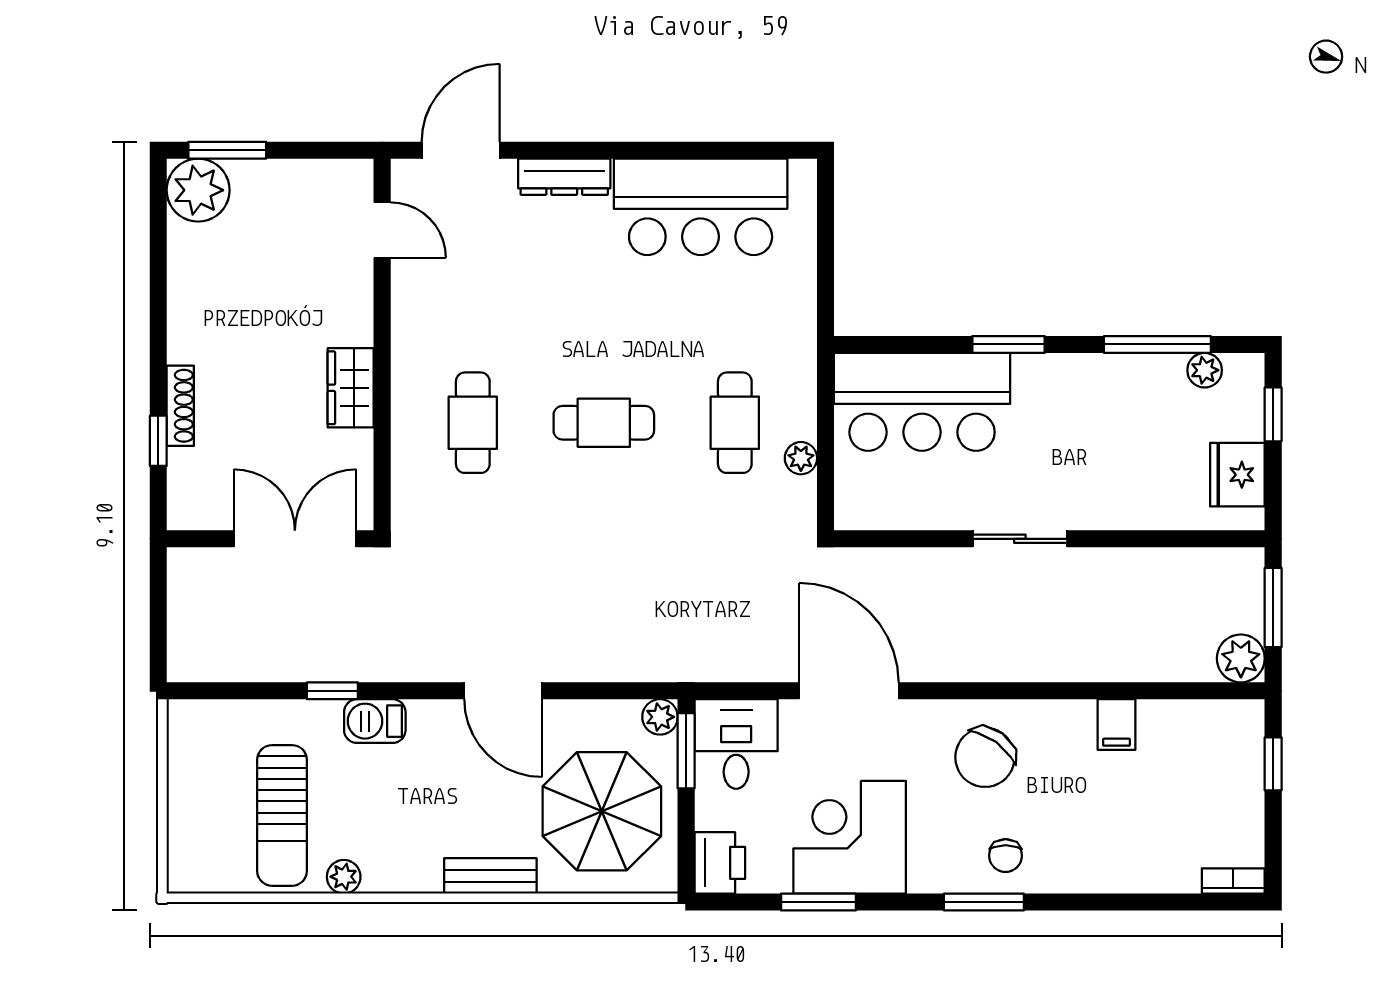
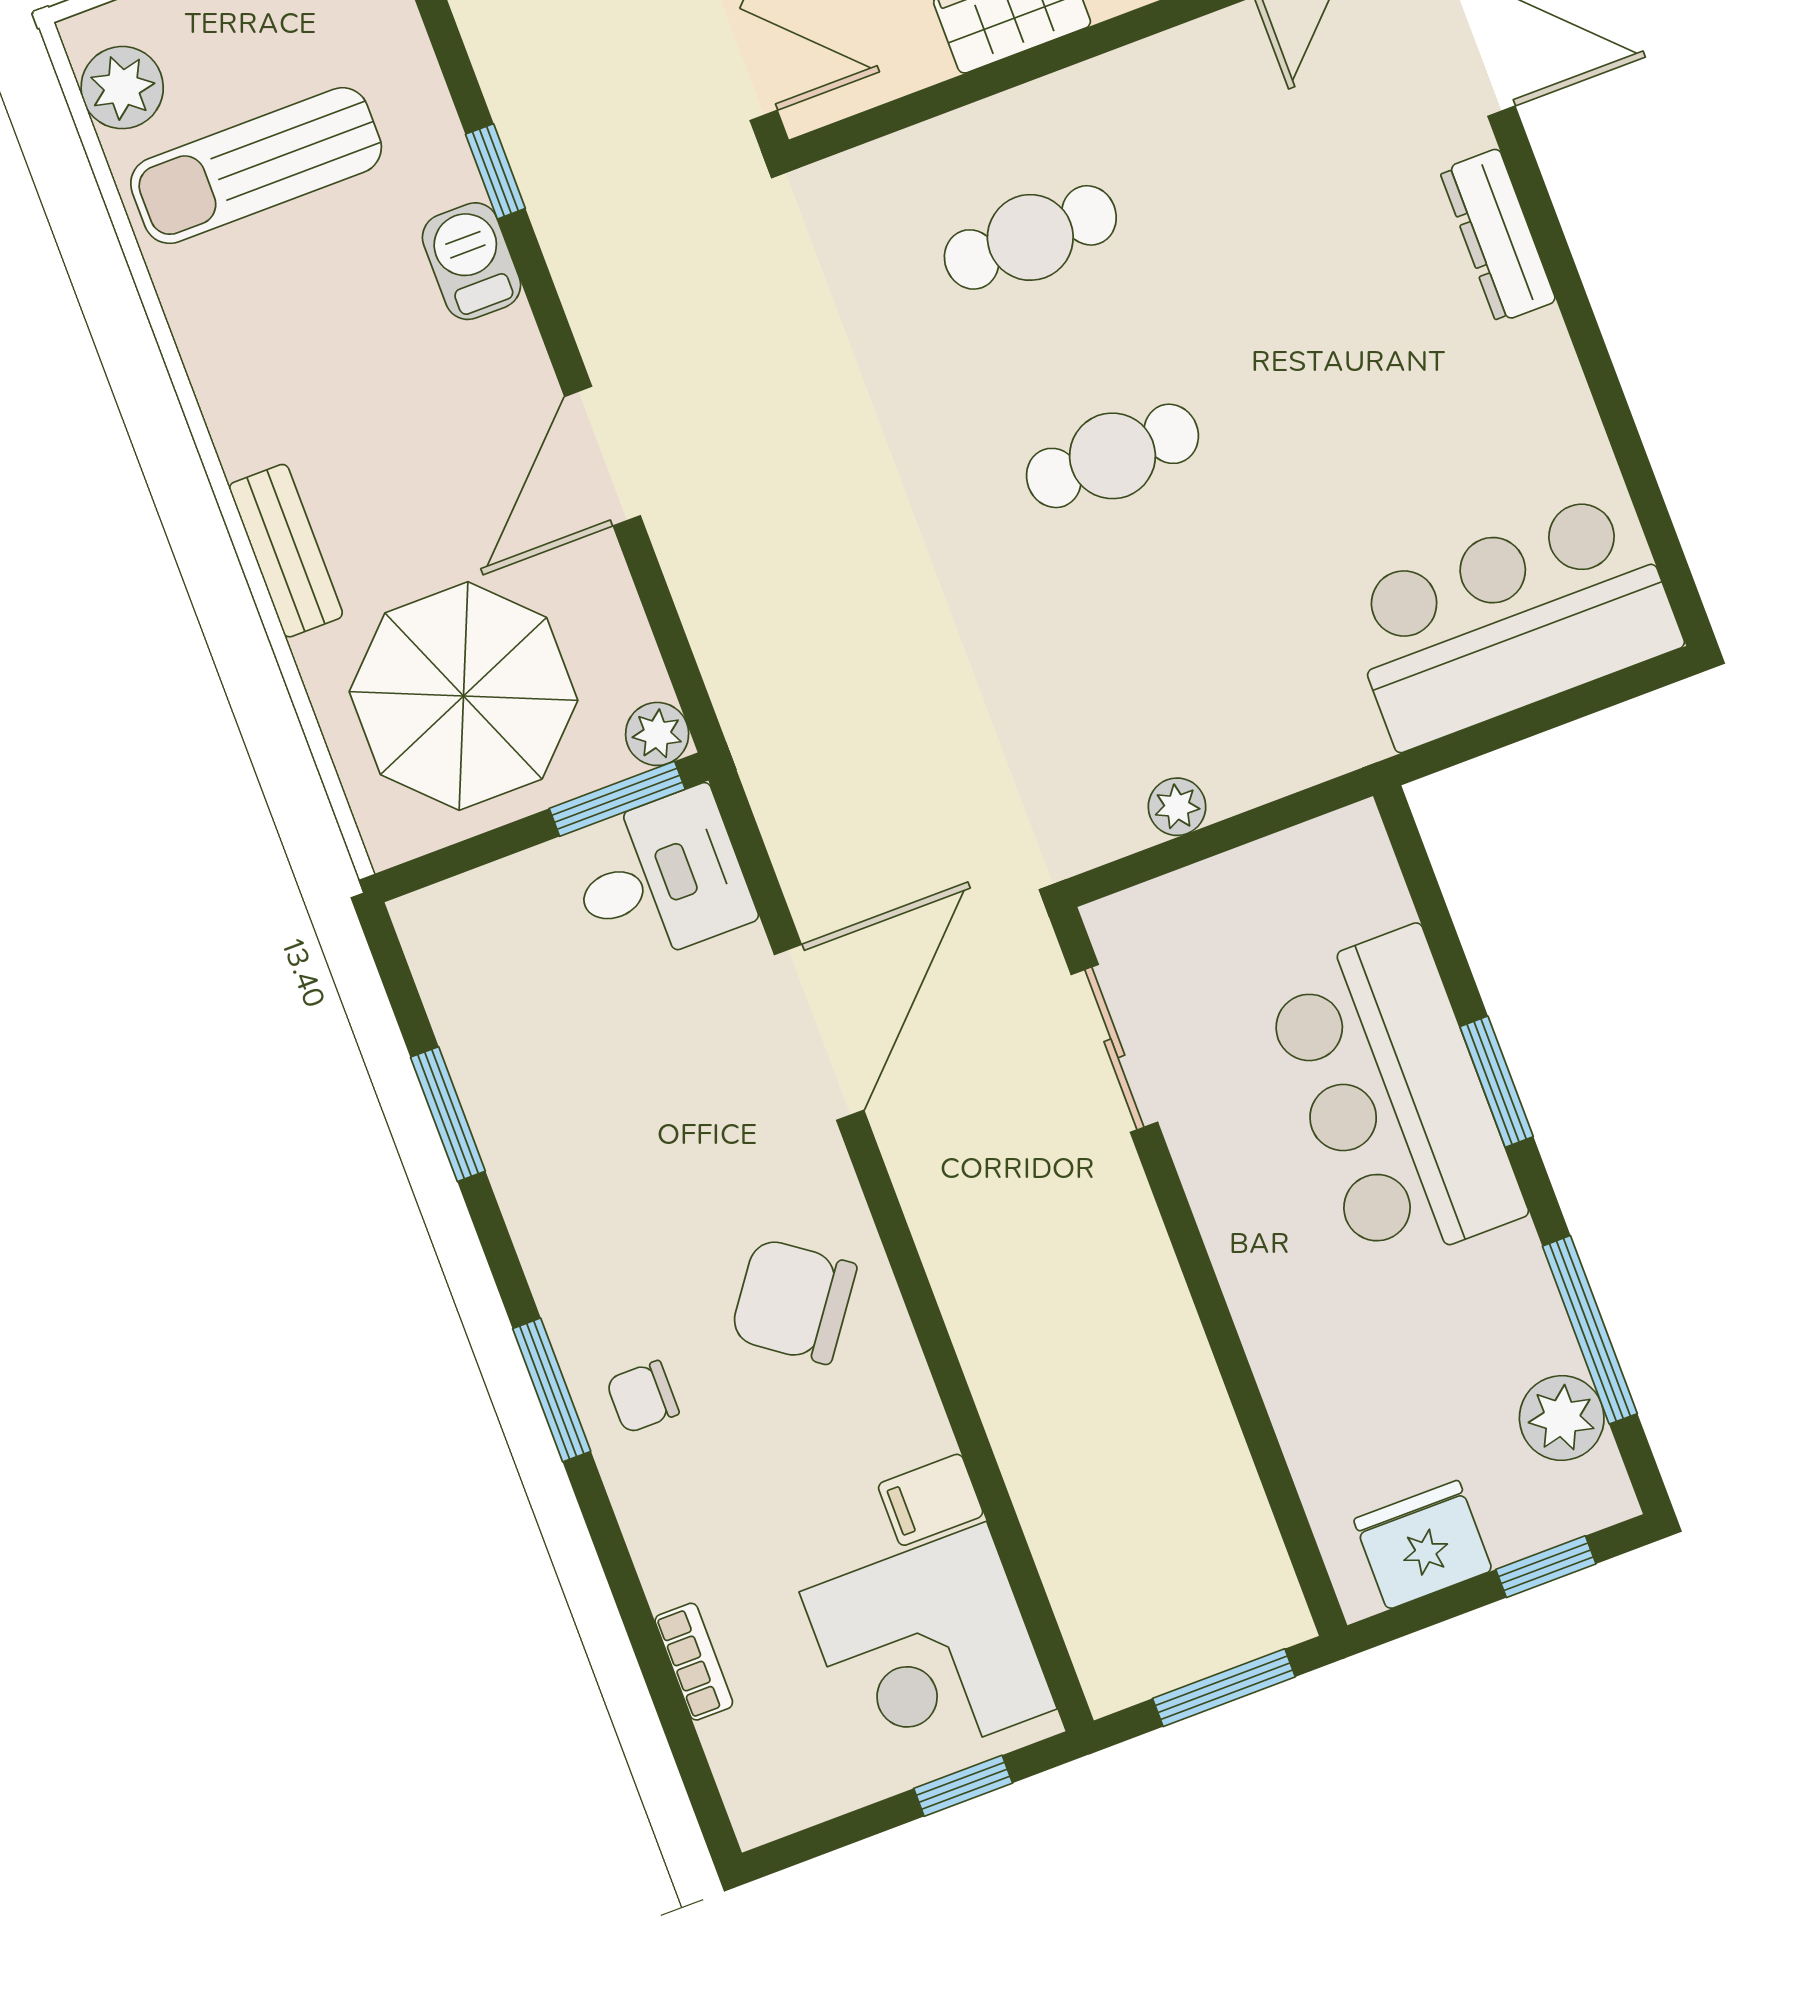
bar counter: (701, 207) -> (1512, 620), moved, turned 90
plant: (1205, 370) -> (1562, 1418), width x1.38, depth x1.38
bar counter: (922, 402) -> (1394, 1098), moved
cafe table: (604, 423) -> (1112, 456), turned 90
cafe table: (735, 423) -> (1195, 674), removed
sliding door: (1020, 539) -> (1114, 1048), moved
plant: (1241, 658) -> (1119, 1666), removed
corner desk: (850, 837) -> (928, 1650), moved, turned 180
printer: (720, 863) -> (451, 925), removed
plant: (344, 877) -> (122, 88), moved, width x1.38, depth x1.38
bookcase: (1233, 881) -> (694, 1662), moved

